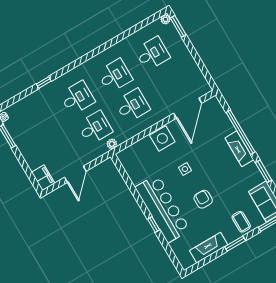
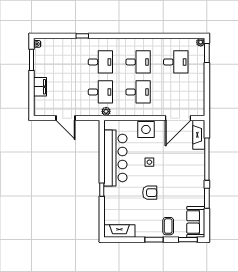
fireplace: (239, 149) -> (199, 135), moved
door: (75, 174) -> (66, 118), hinge flipped
filing cabinet: (43, 178) -> (40, 87), moved
armchair: (203, 199) -> (150, 193), turned 90
bar counter: (163, 209) -> (115, 158), moved
fireplace: (209, 248) -> (119, 231), moved

